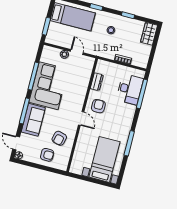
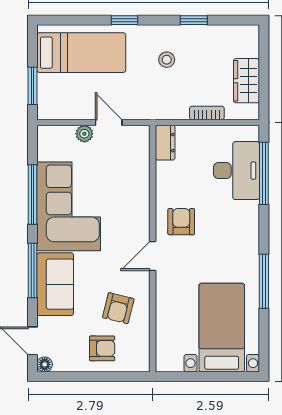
wardrobe: (149, 34) -> (246, 81), moved
dresser: (97, 82) -> (165, 143), moved
door: (81, 118) -> (153, 256), swing flipped

